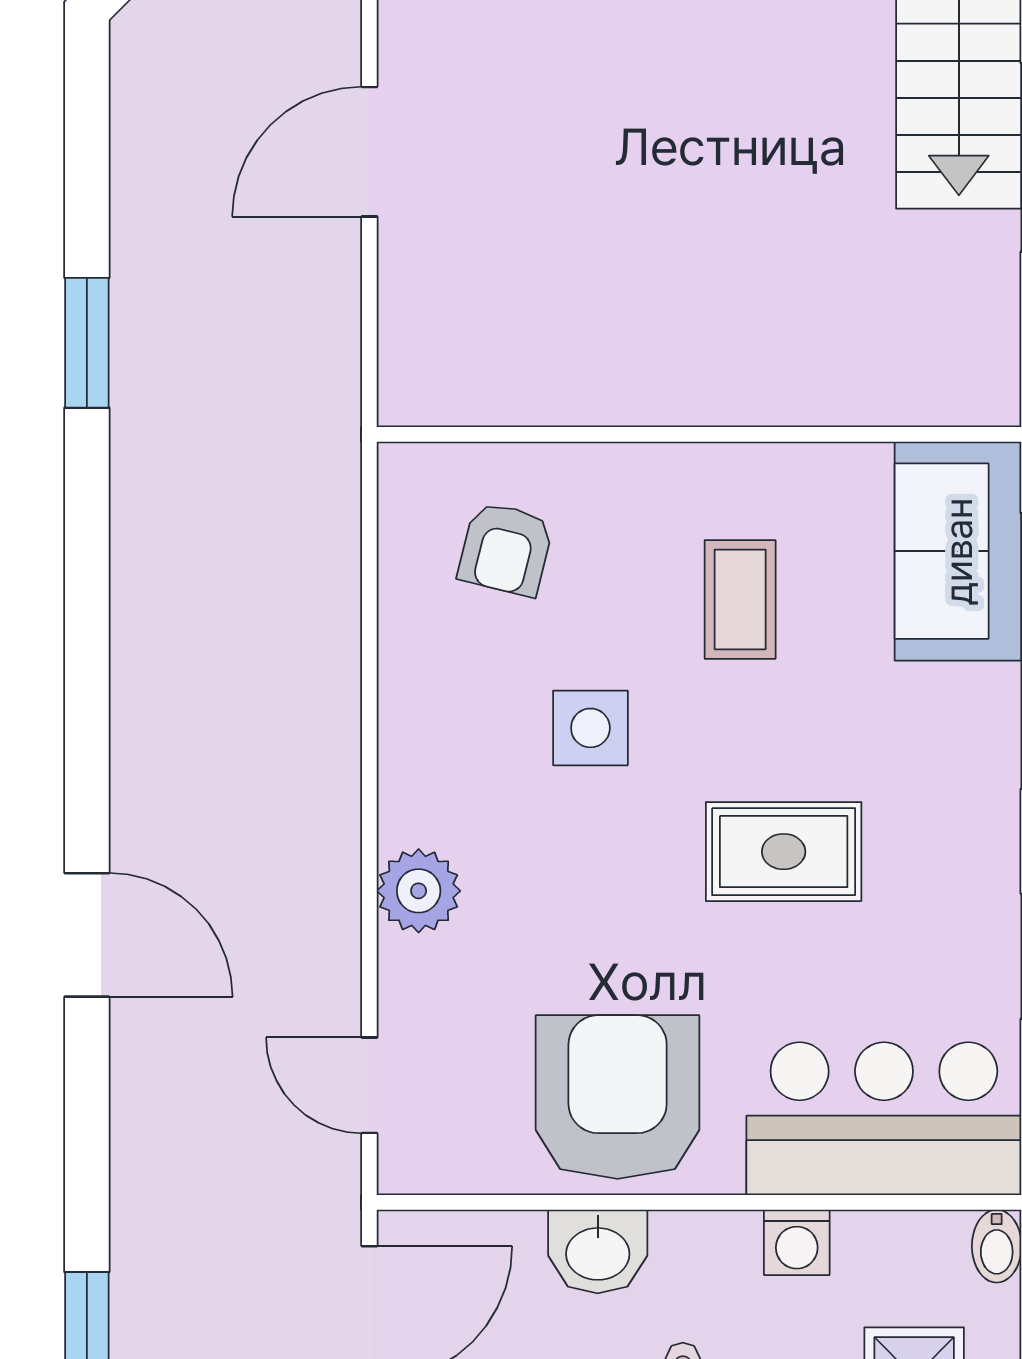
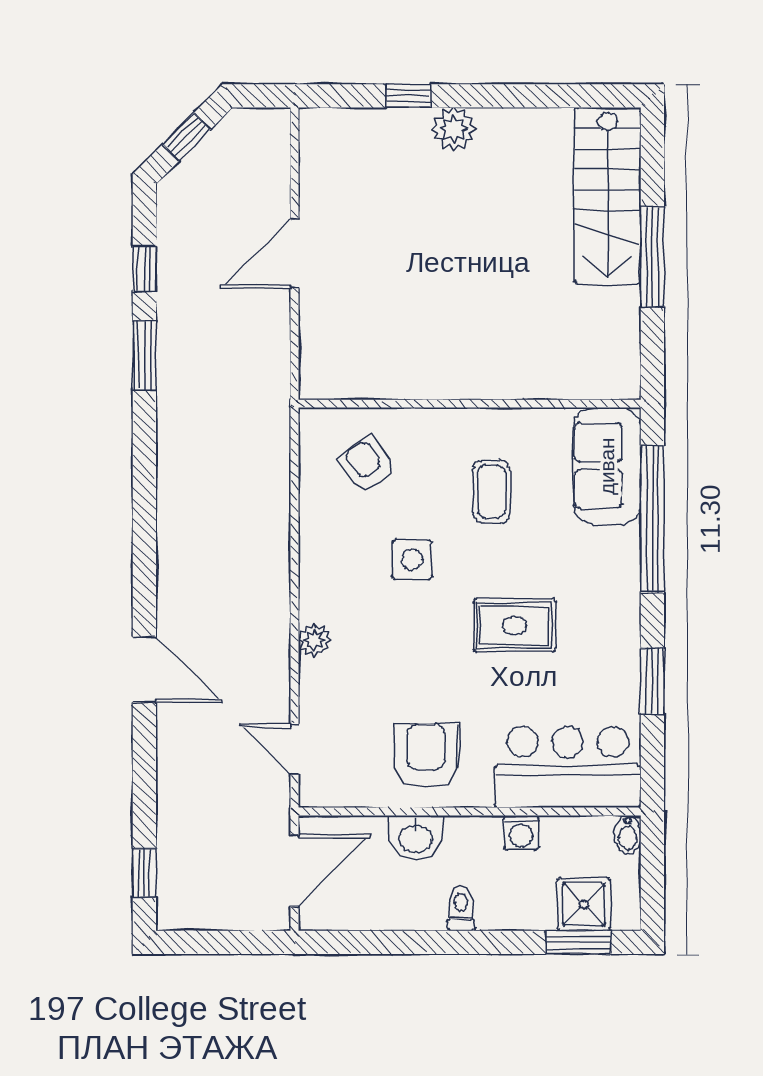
window: (87, 180) -> (144, 269), added
armchair: (506, 549) -> (367, 465), turned 131
plant: (419, 891) -> (315, 640), width x0.73, depth x0.73
armchair: (618, 1097) -> (426, 756), width x0.73, depth x0.73

